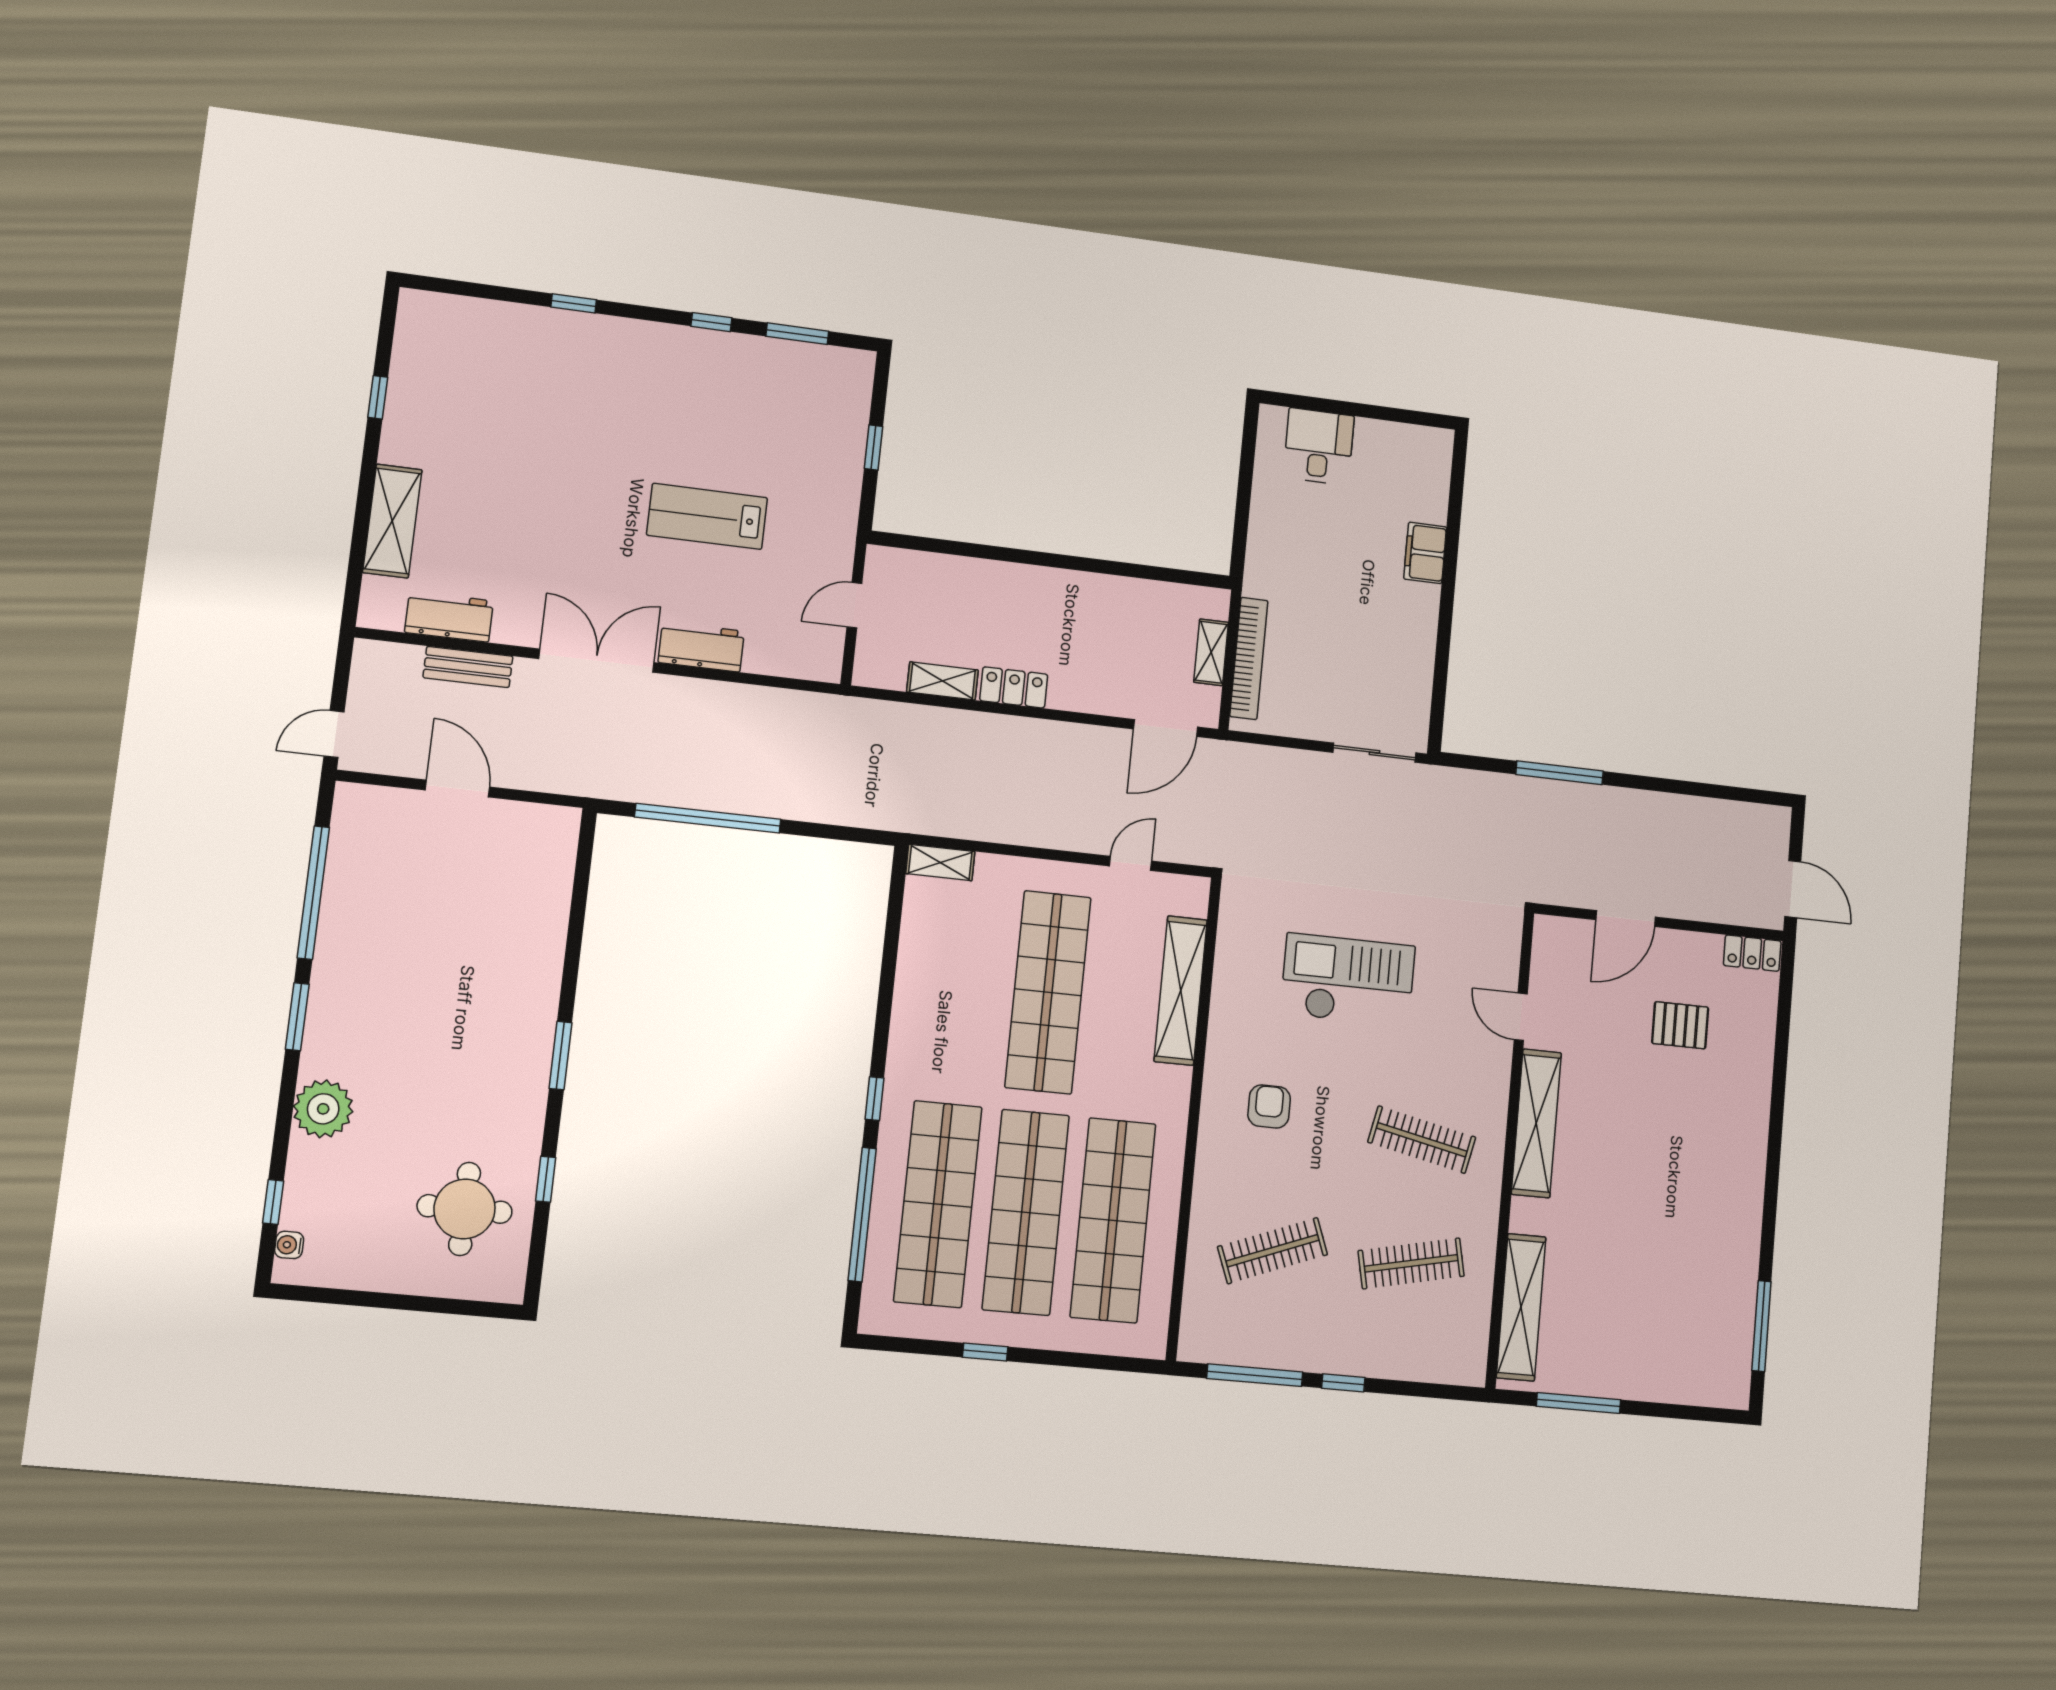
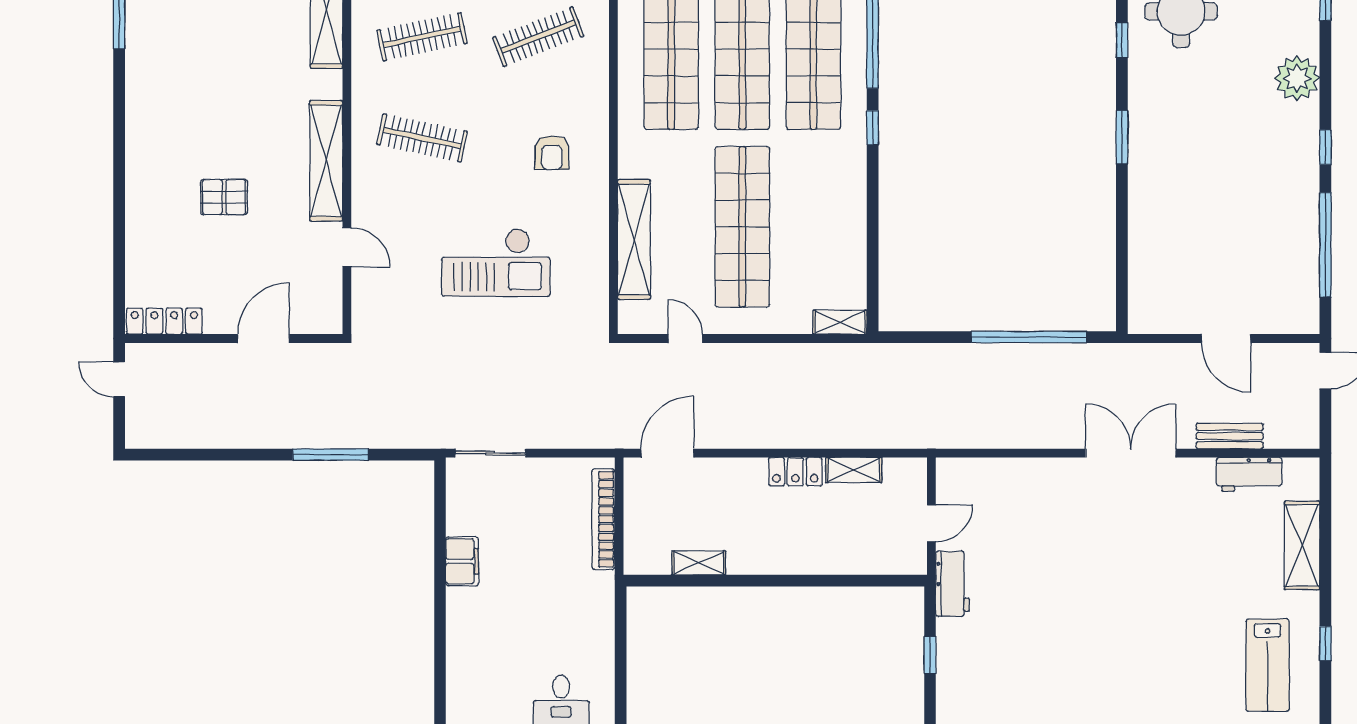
lab bench: (707, 516) -> (1268, 665), moved, turned 90
filing cabinet: (1425, 553) -> (462, 561), moved
workbench: (701, 647) -> (953, 584), moved, turned -90
shelving: (1211, 652) -> (699, 563), moved, turned 90
double door: (597, 661) -> (1131, 453), swing flipped
door: (1131, 863) -> (685, 339), swing flipped
door: (1793, 889) -> (119, 379), width x0.73
locker: (1752, 953) -> (164, 321), width x1.53
window: (297, 1017) -> (1325, 147), width x0.67
pallet: (1680, 1025) -> (224, 197), moved

